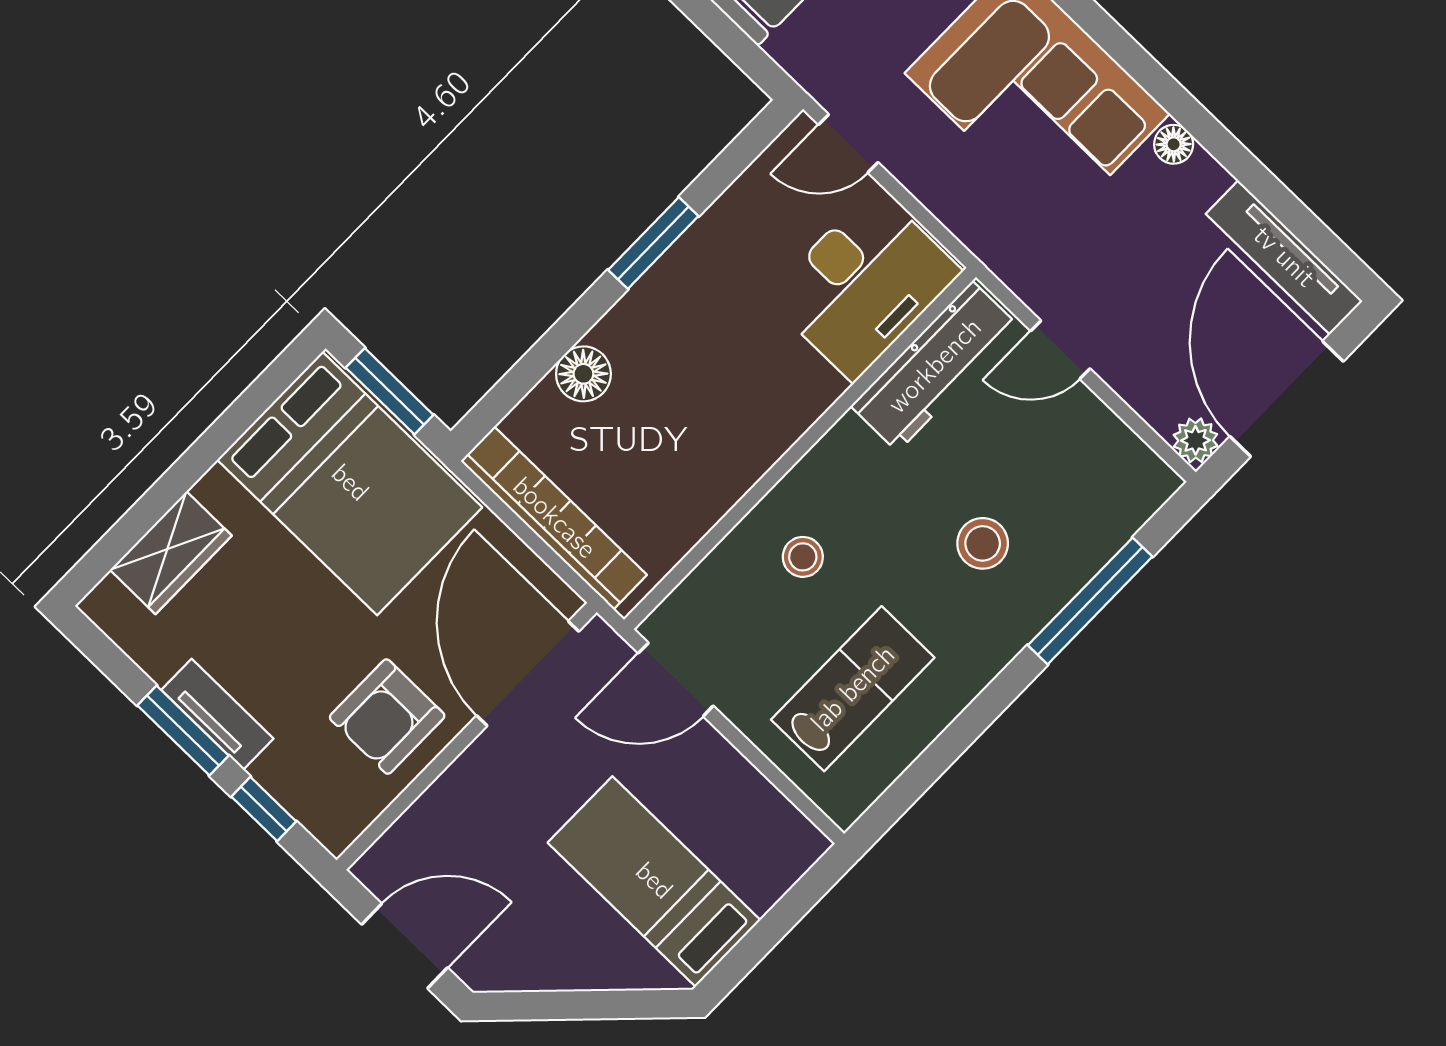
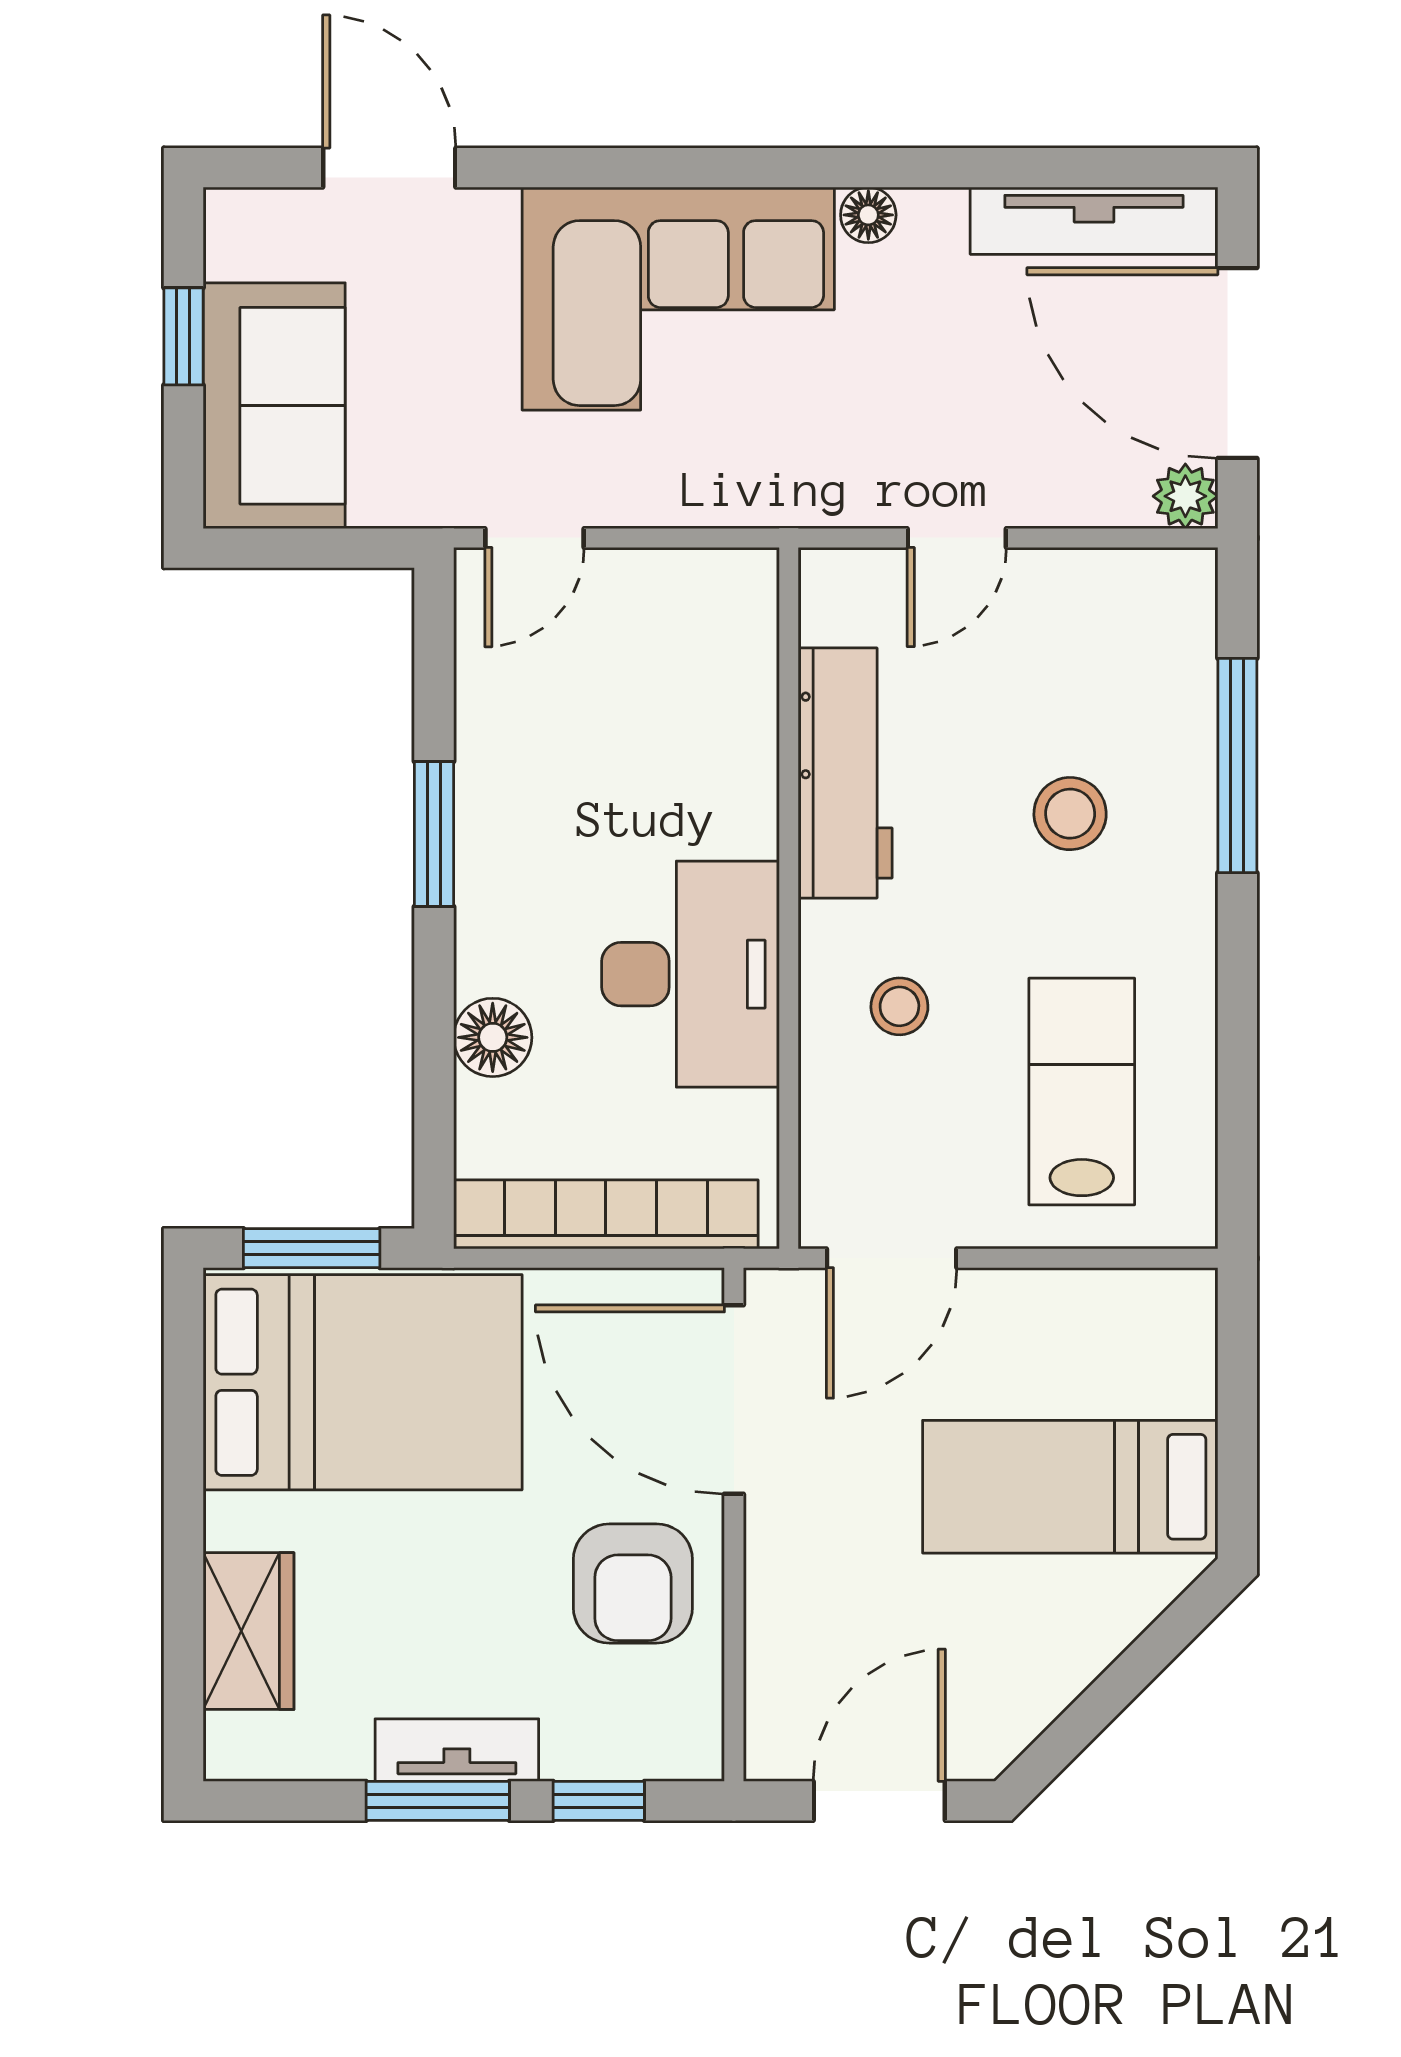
desk: (864, 284) -> (690, 974), moved
workbench: (935, 366) -> (845, 773), moved

